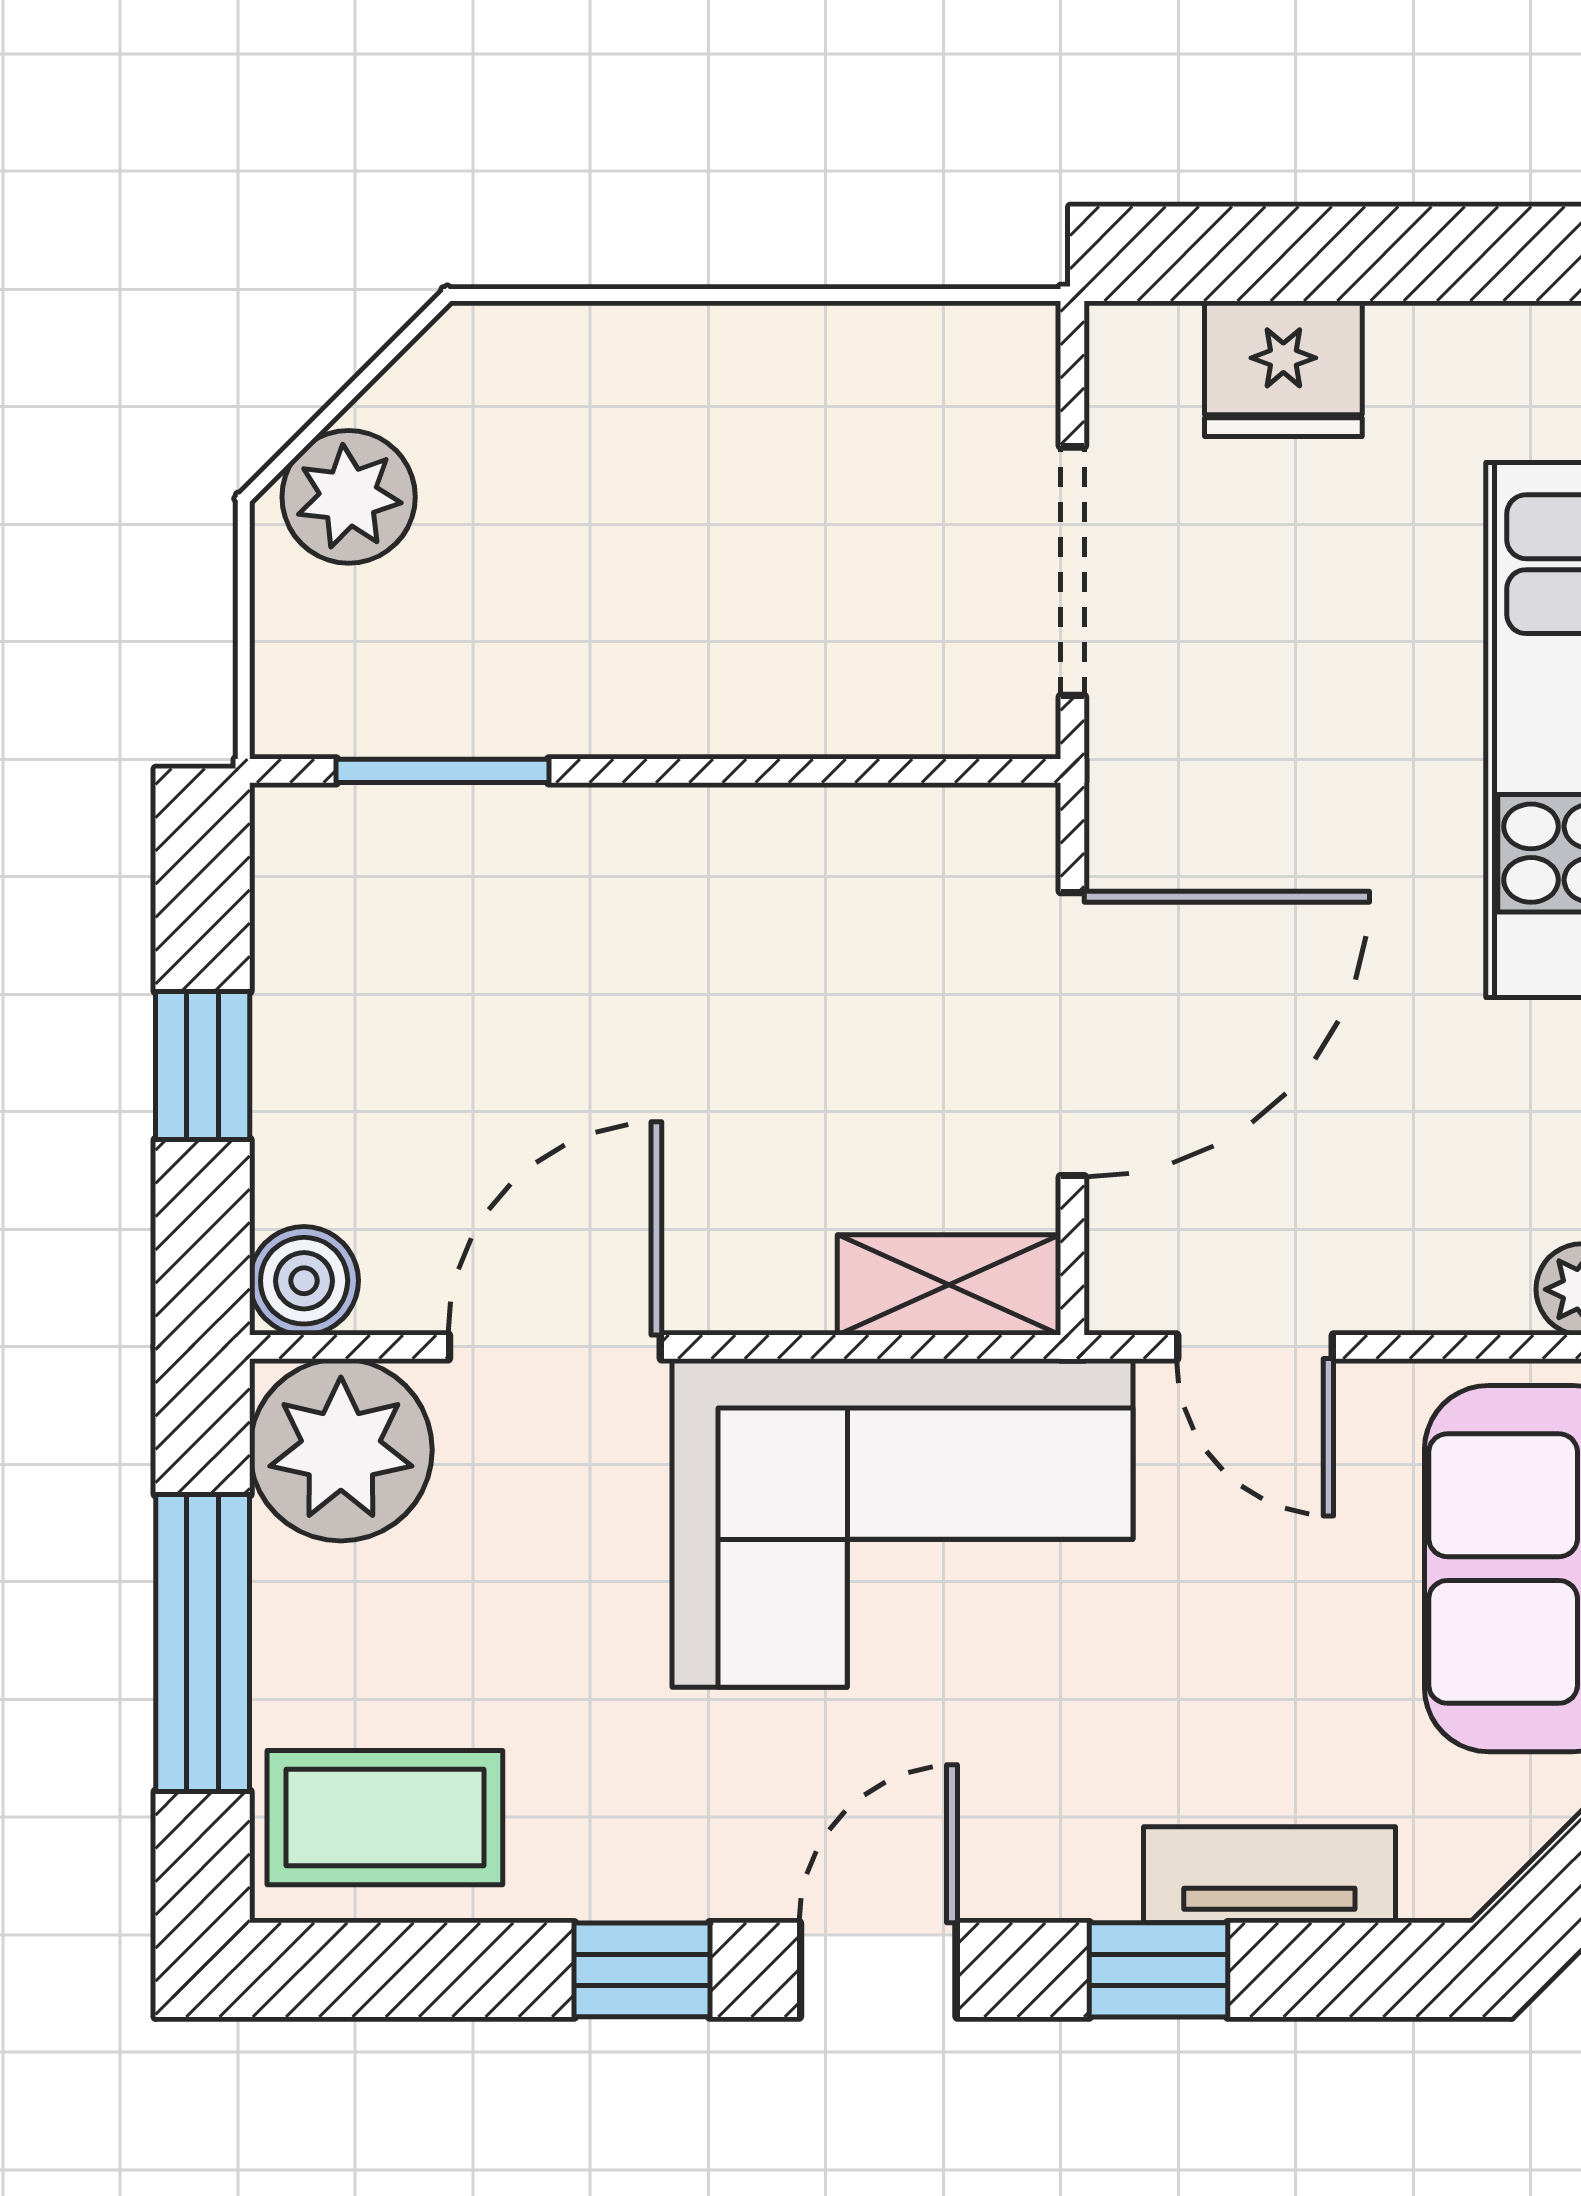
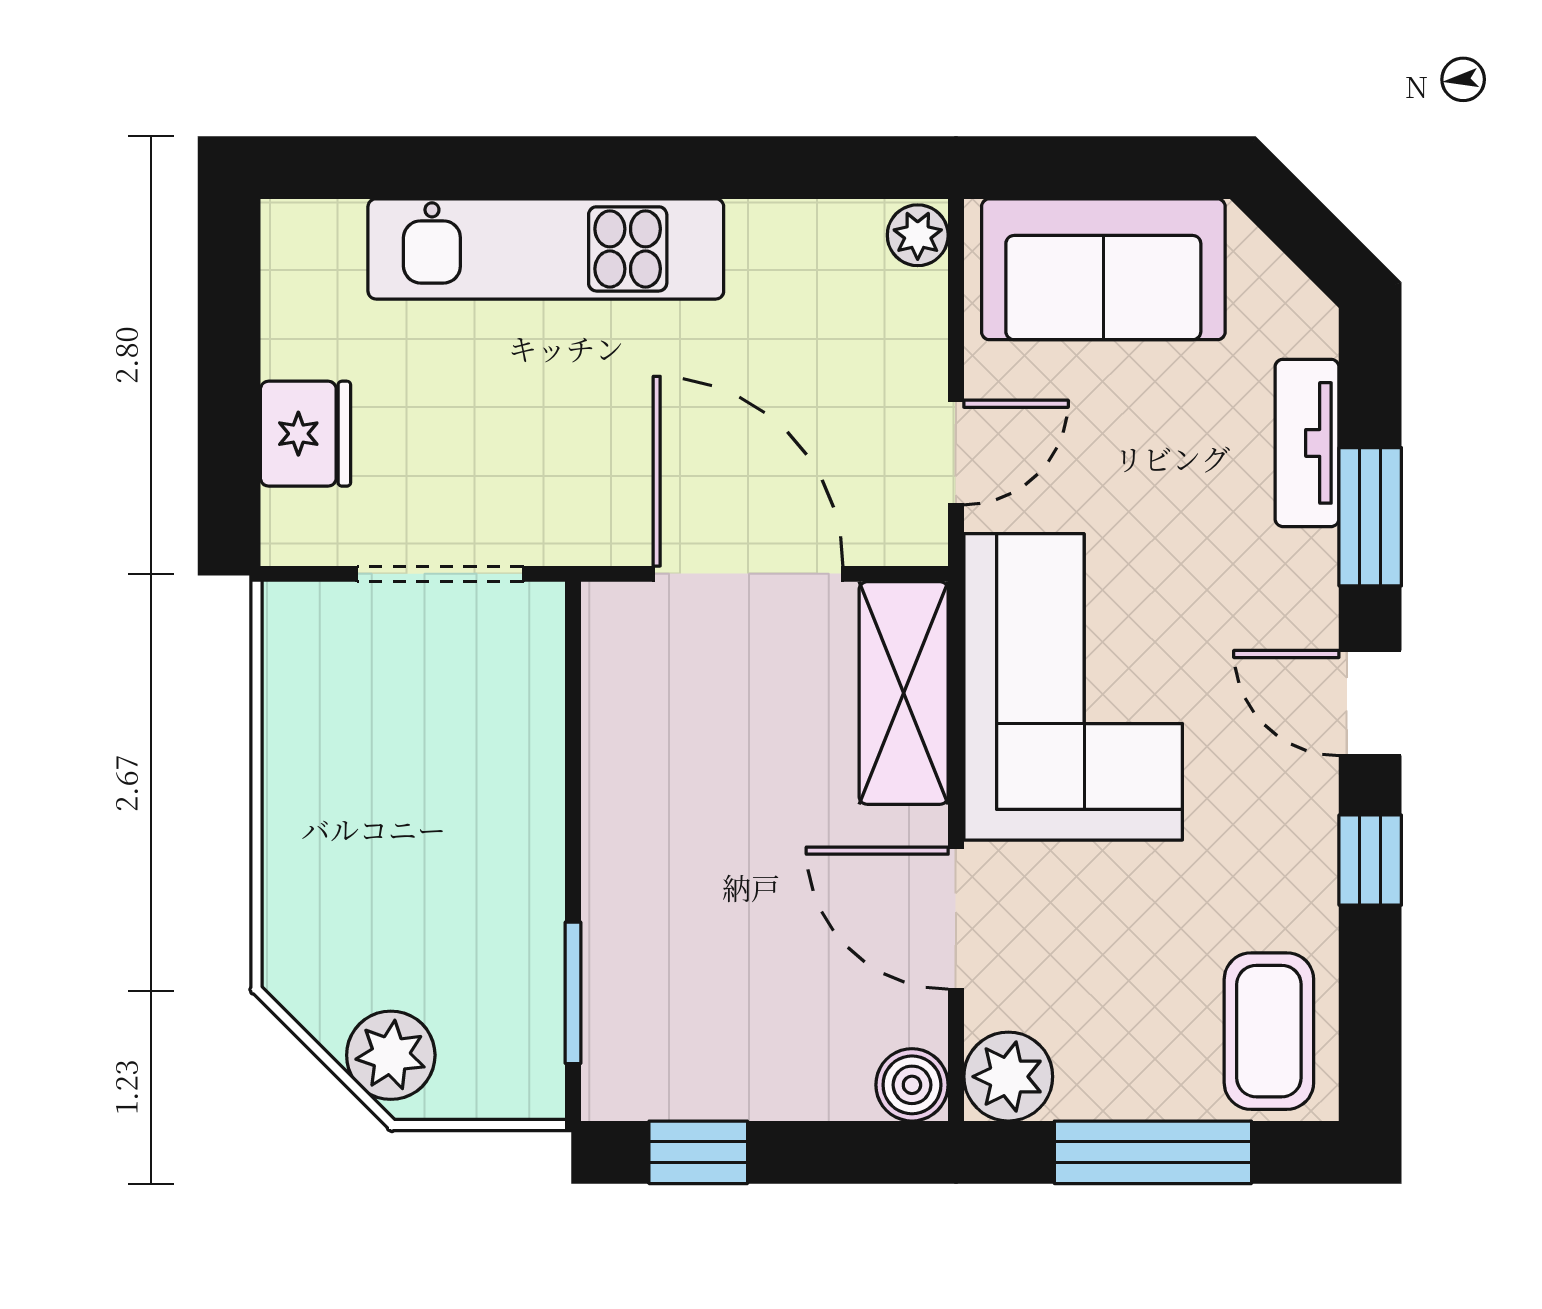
window: (203, 1065) -> (698, 1152), moved
shelving: (949, 1285) -> (904, 693), width x1.50, depth x1.33
plant: (341, 1450) -> (1008, 1077), width x0.73, depth x0.73
window: (1158, 1970) -> (1370, 517), width x1.50

